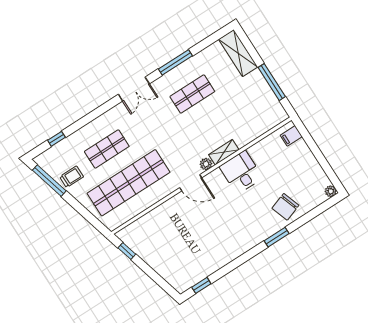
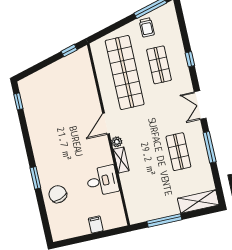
filing cabinet: (291, 136) -> (96, 225), moved
window: (56, 139) -> (190, 59), moved
desk: (241, 172) -> (102, 181), moved
plant: (331, 191) -> (57, 236), removed

